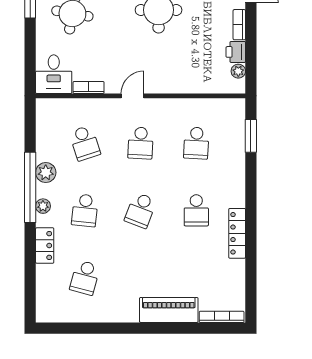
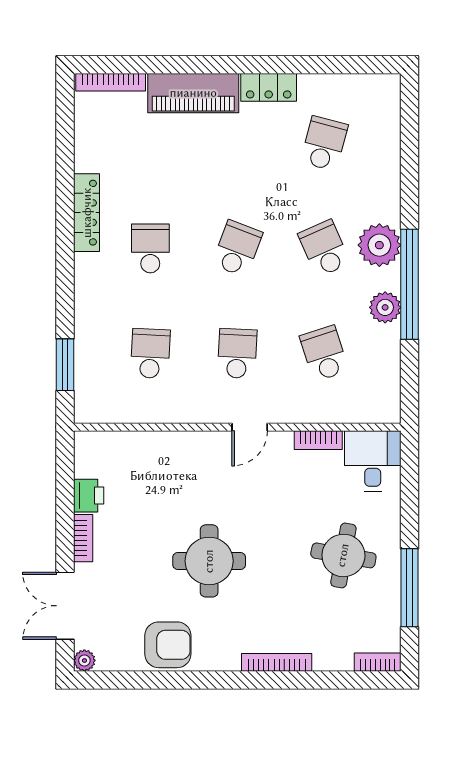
plant: (238, 71) -> (85, 466), removed
plant: (43, 206) -> (379, 245), width x1.88, depth x1.88
school desk: (85, 210) -> (324, 248), turned -30
locker: (45, 246) -> (269, 87), moved, turned -90

